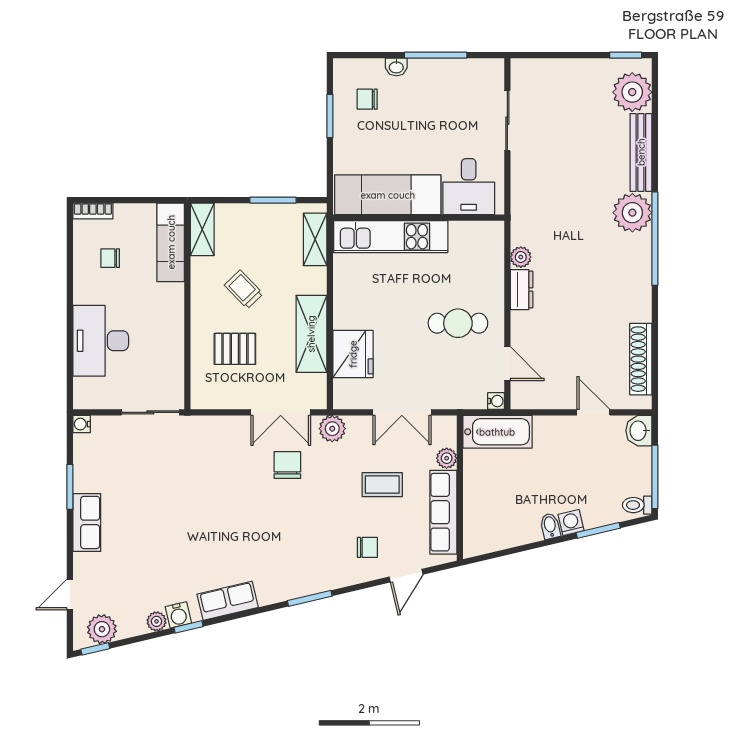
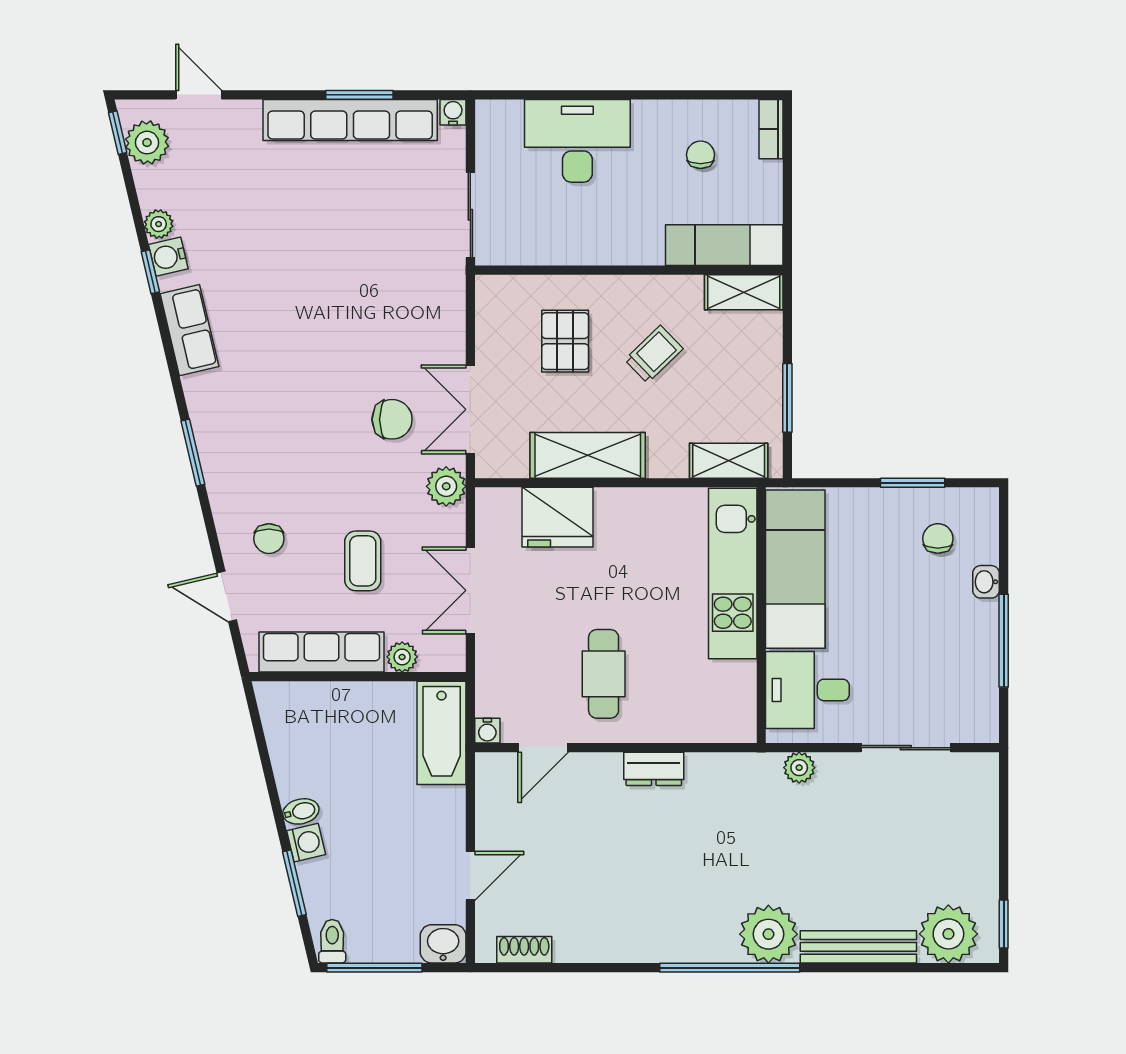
plant: (521, 257) -> (799, 768), moved
shoe rack: (641, 359) -> (524, 950), width x0.51, depth x0.81
row of seats: (87, 522) -> (350, 120), width x2.02

